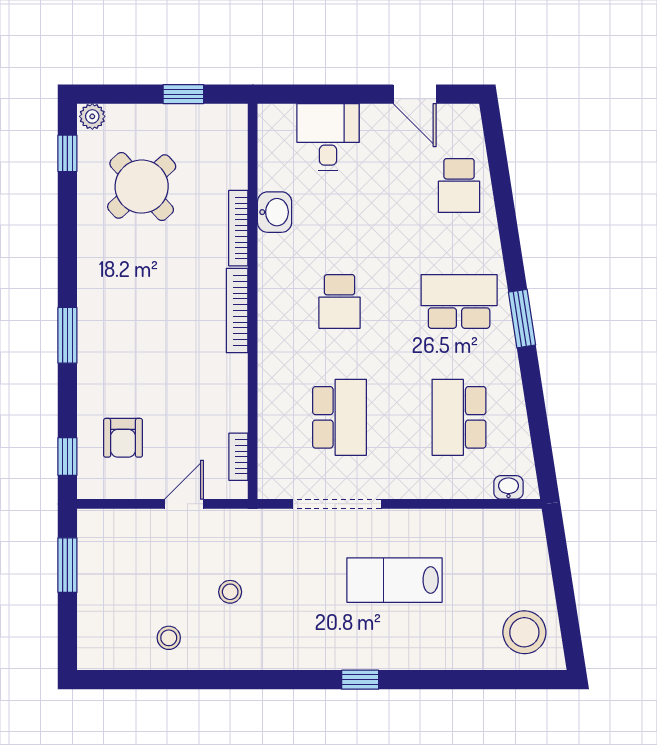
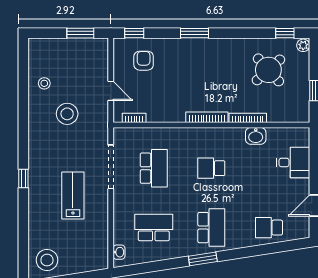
school desk: (340, 417) -> (154, 168), turned -90
armchair: (123, 438) -> (144, 61), turned 90
stool: (230, 592) -> (67, 114), width x1.89, depth x1.89

